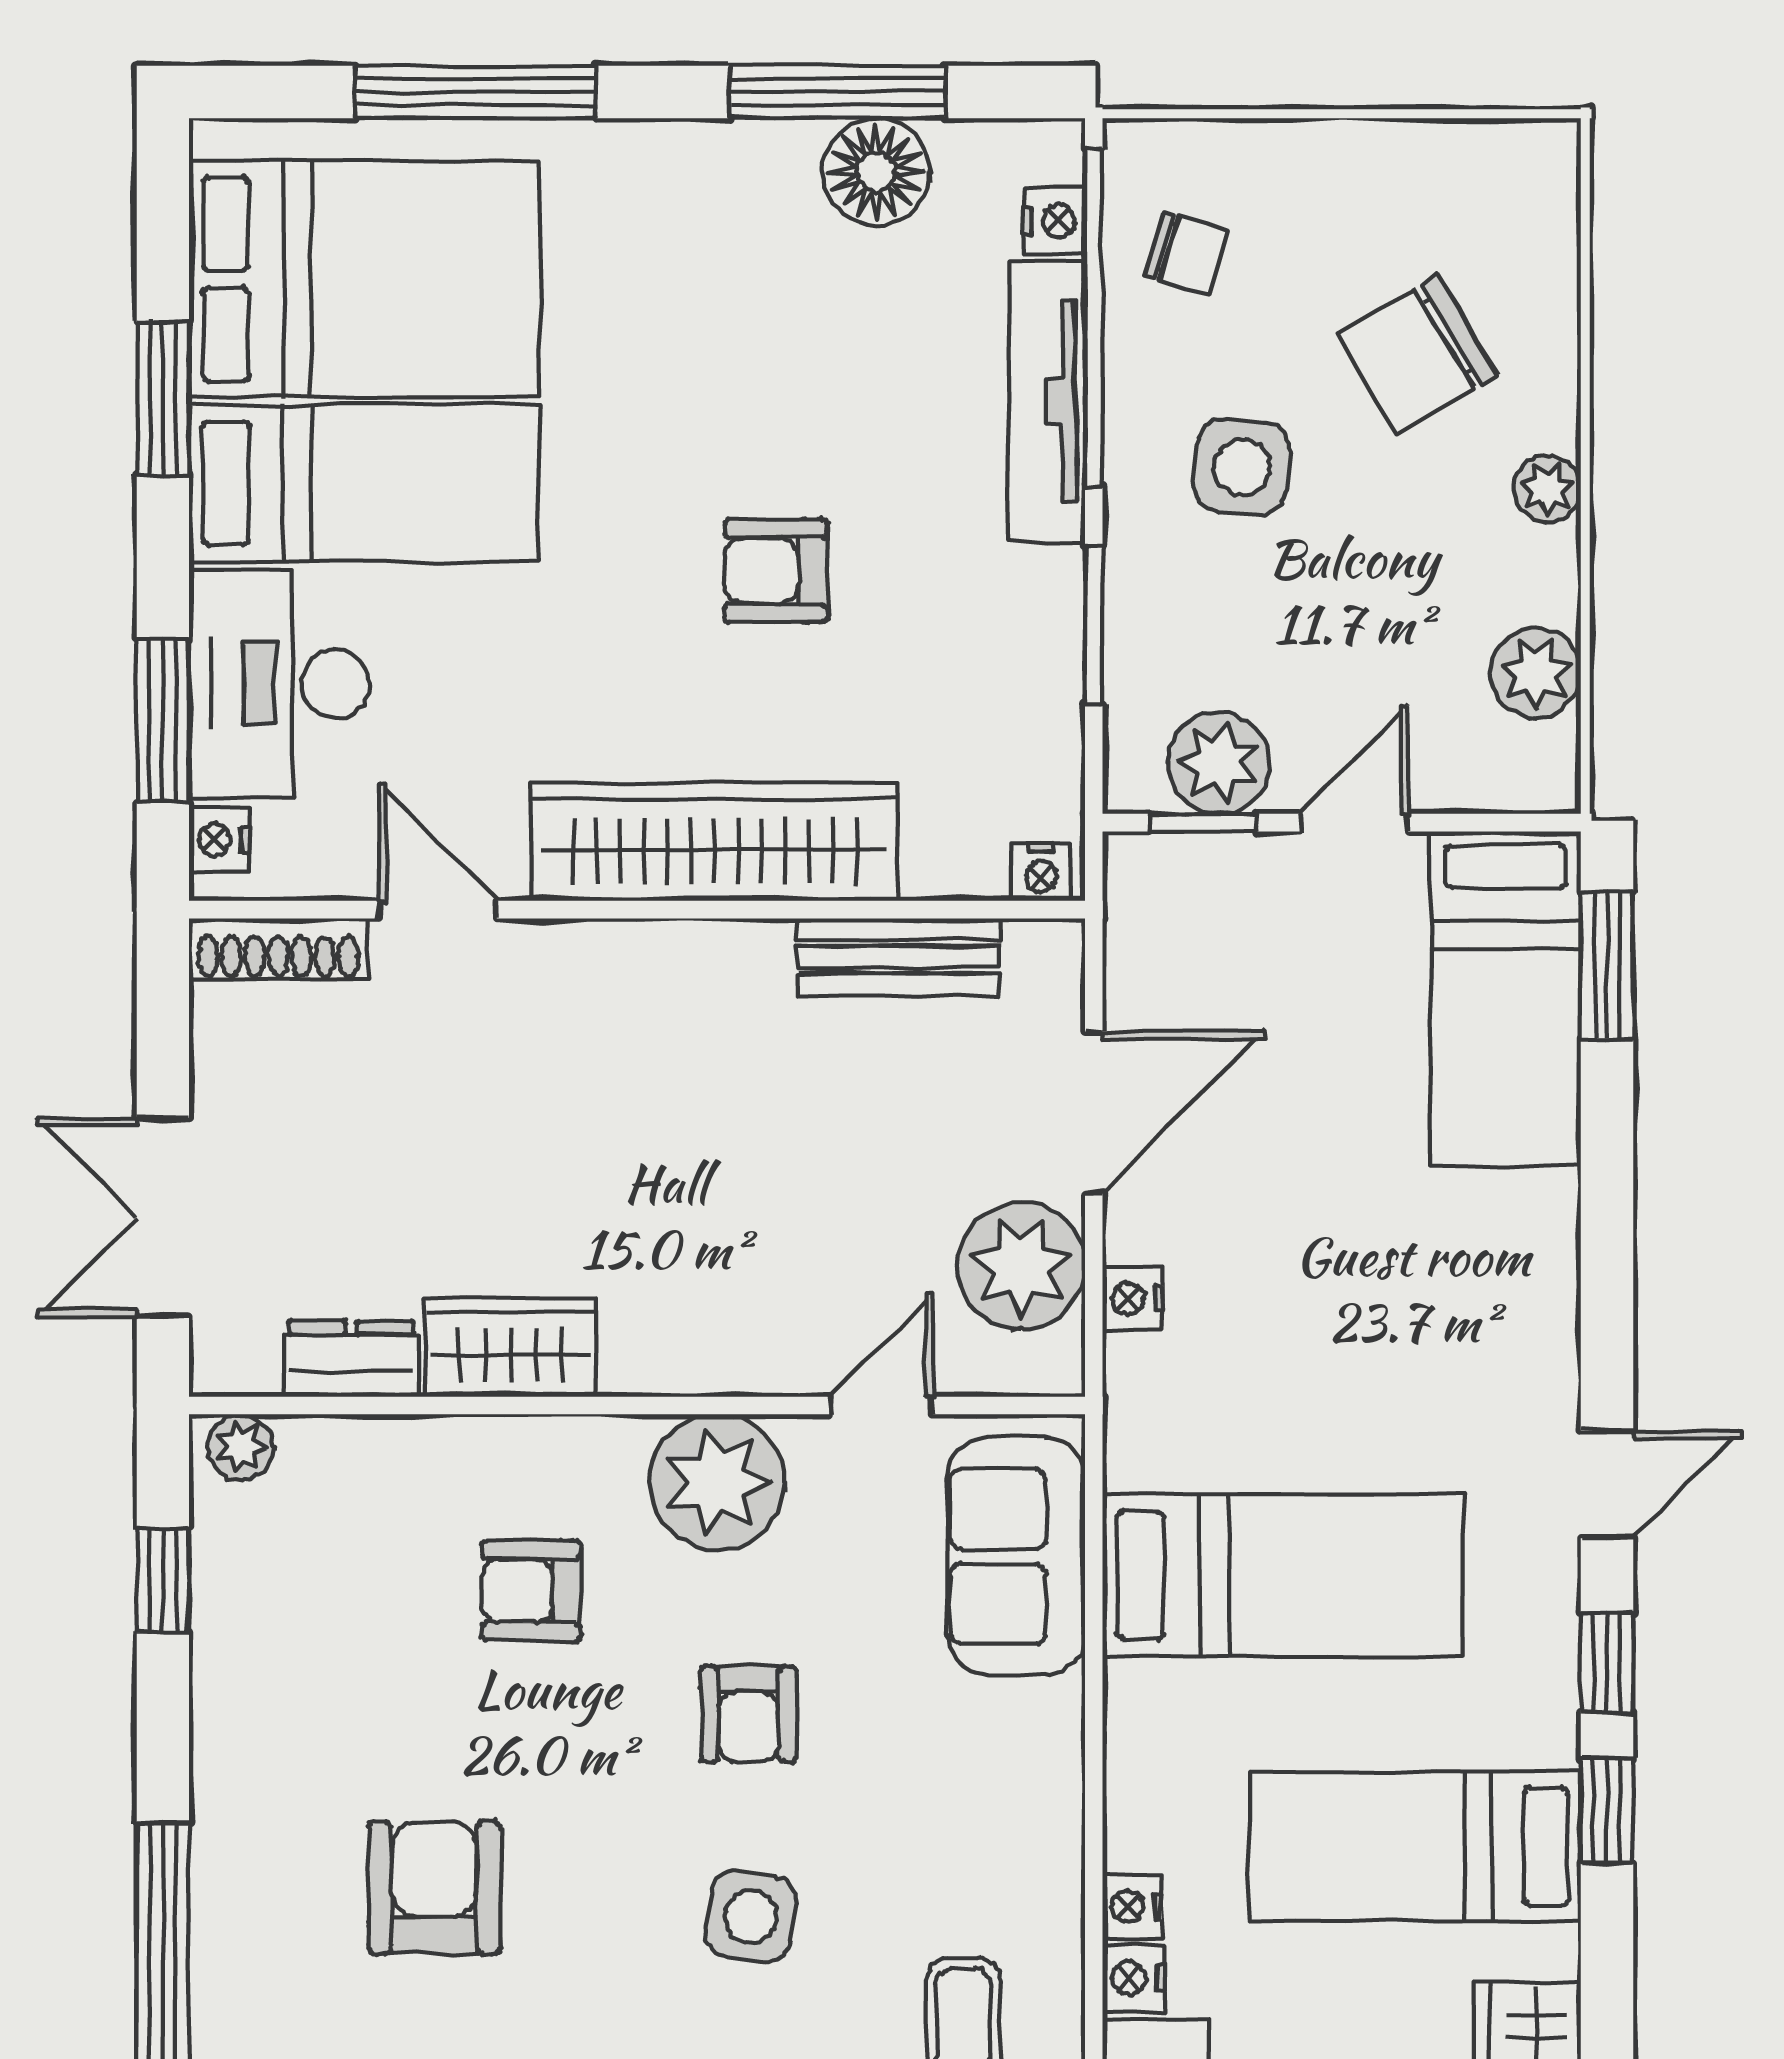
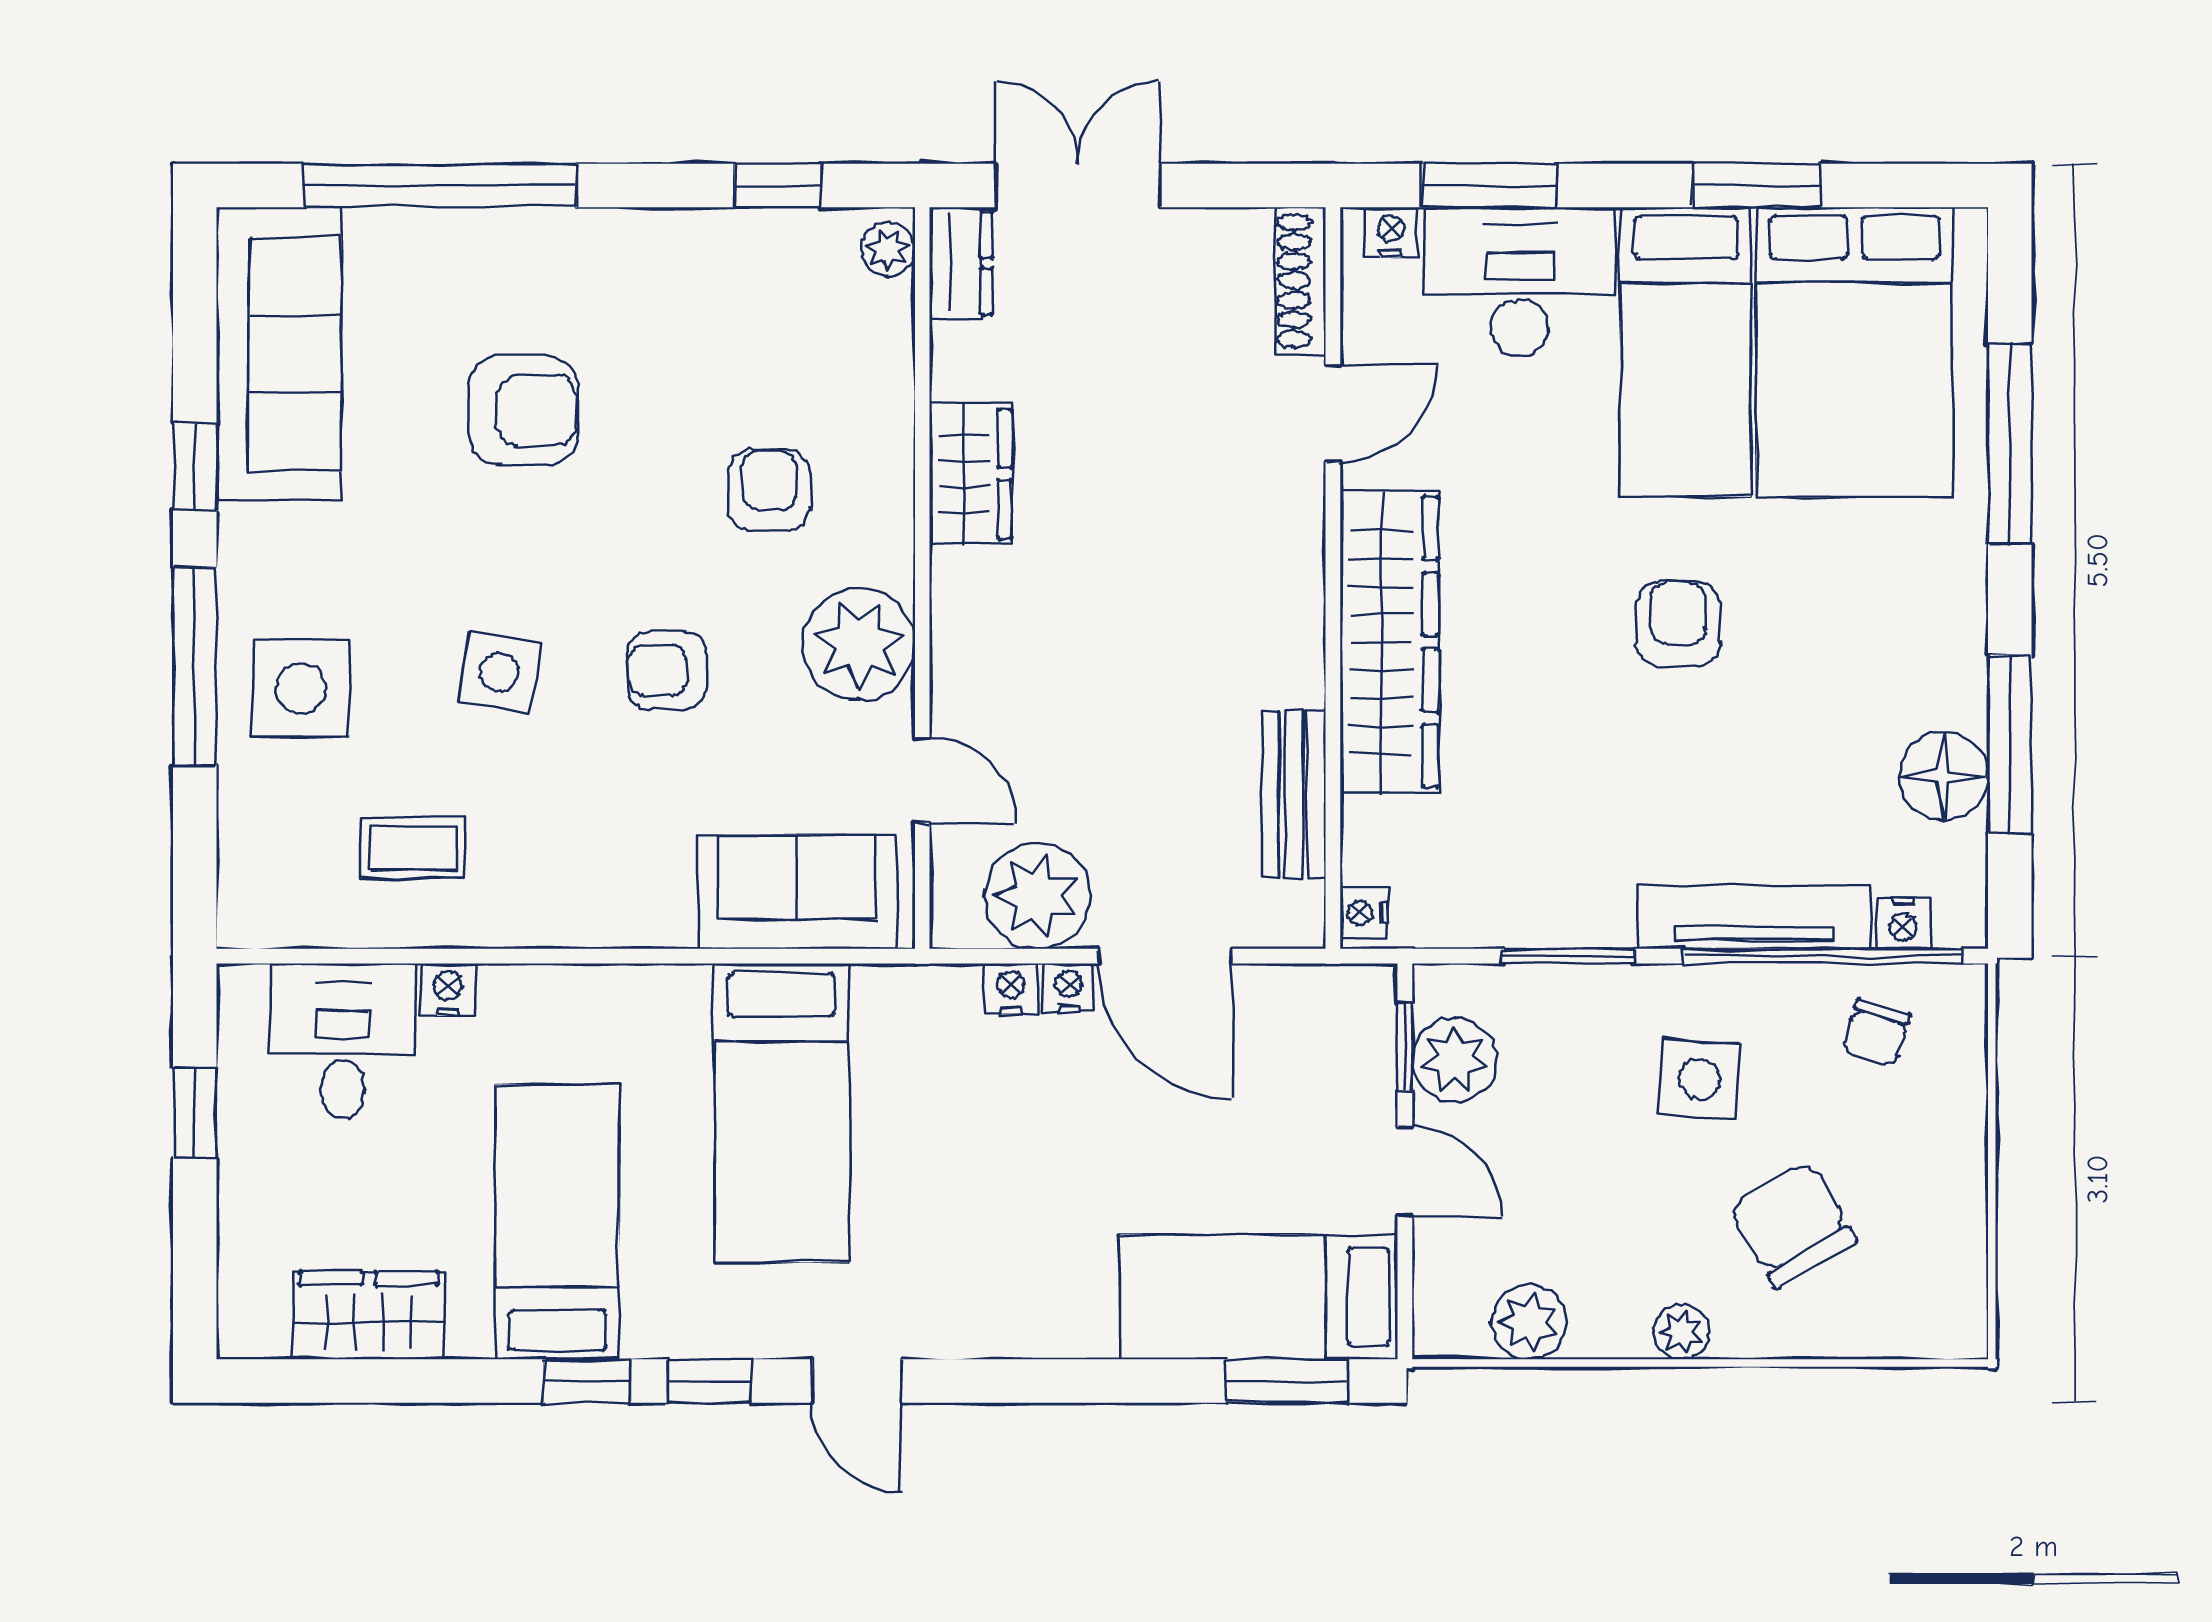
armchair: (776, 571) -> (1678, 624), moved
dresser: (351, 1359) -> (961, 263), moved
nightstand: (1132, 1906) -> (1069, 988), moved

